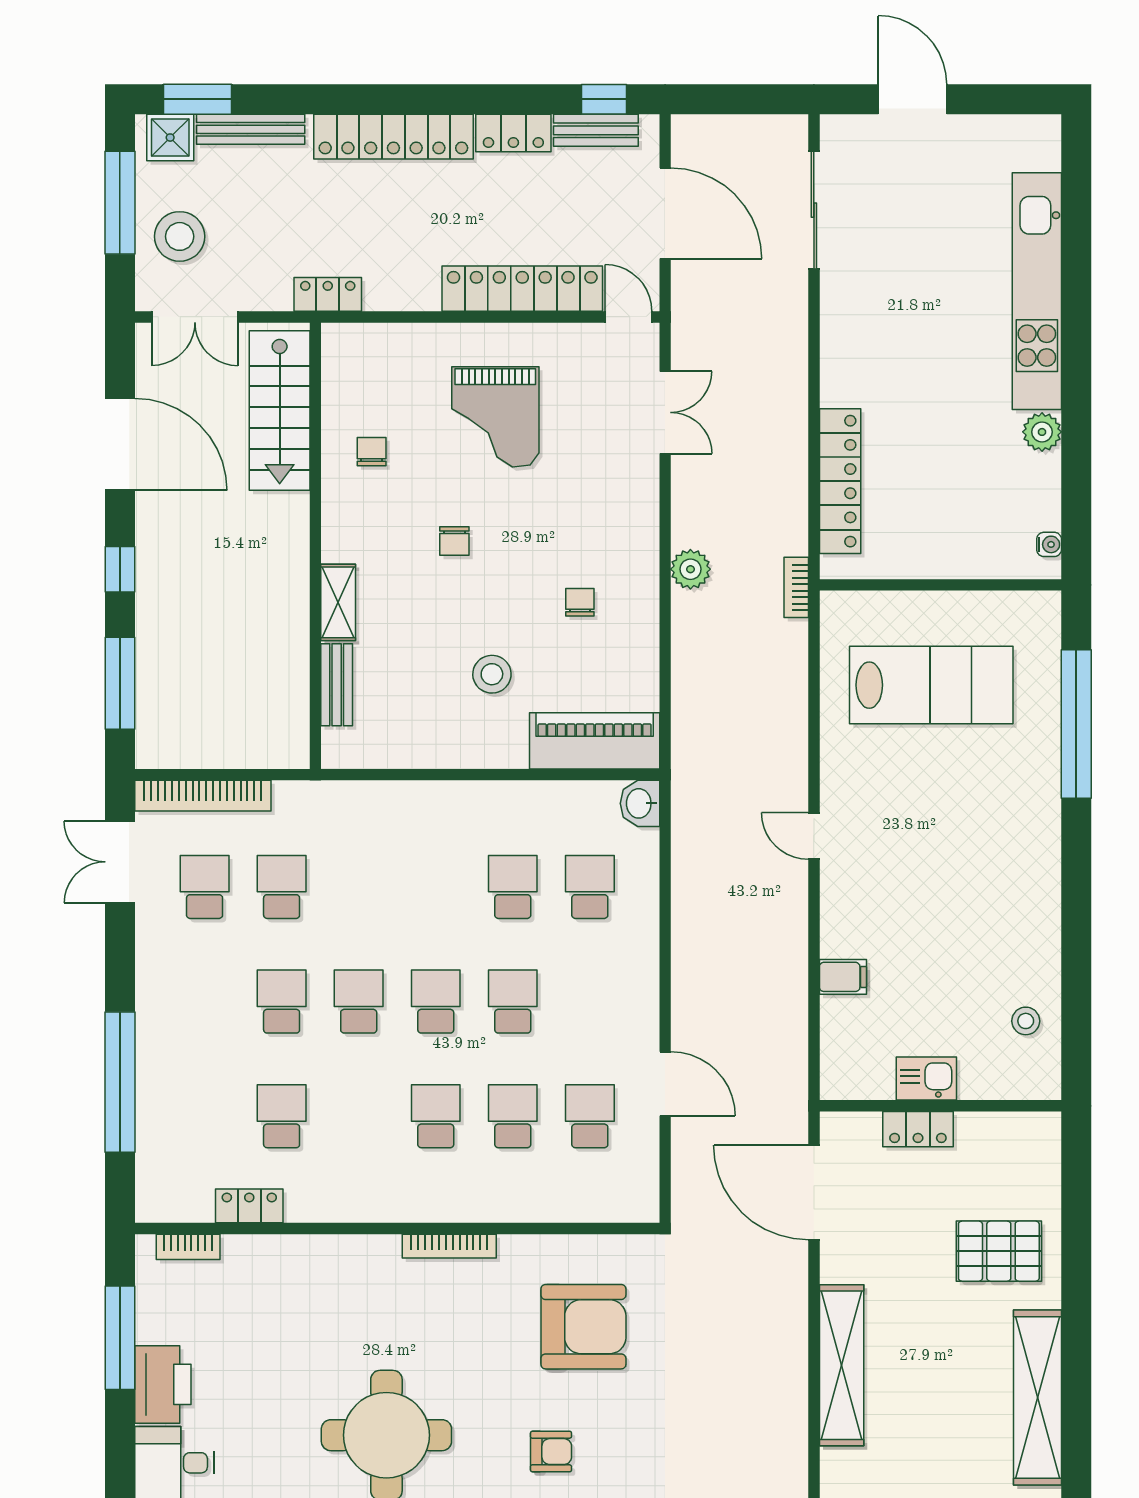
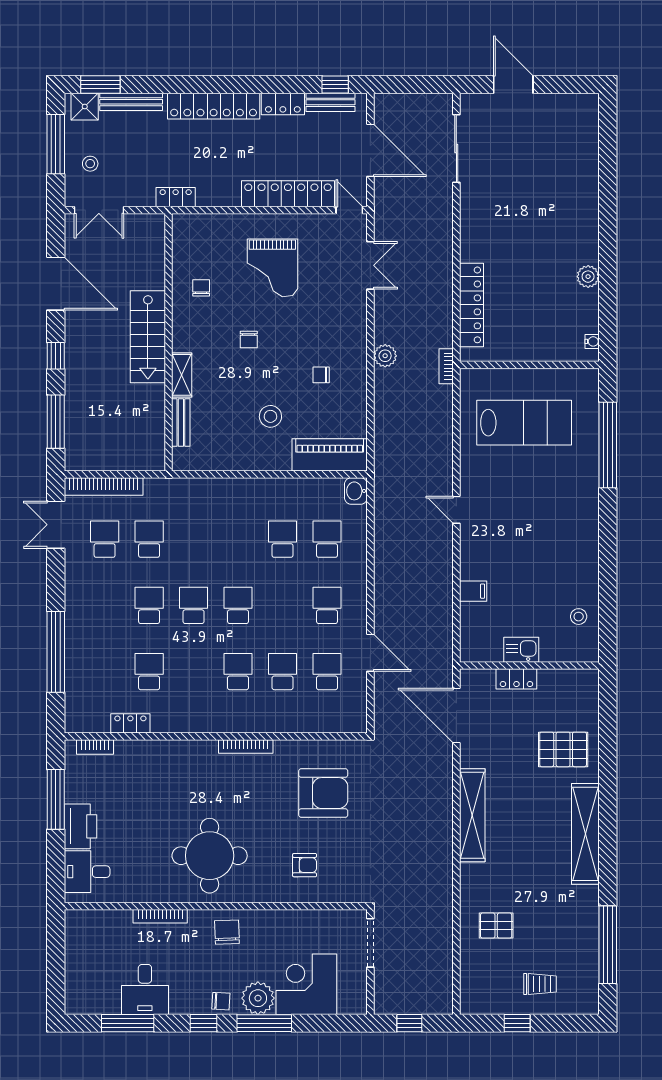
stool: (180, 236) -> (90, 164), width x0.53, depth x0.53
kitchen unit: (1037, 291) -> (585, 195), removed
stairs: (280, 410) -> (148, 337), moved
chair: (580, 602) -> (321, 375), turned -90
school desk: (513, 1002) -> (327, 605), moved

